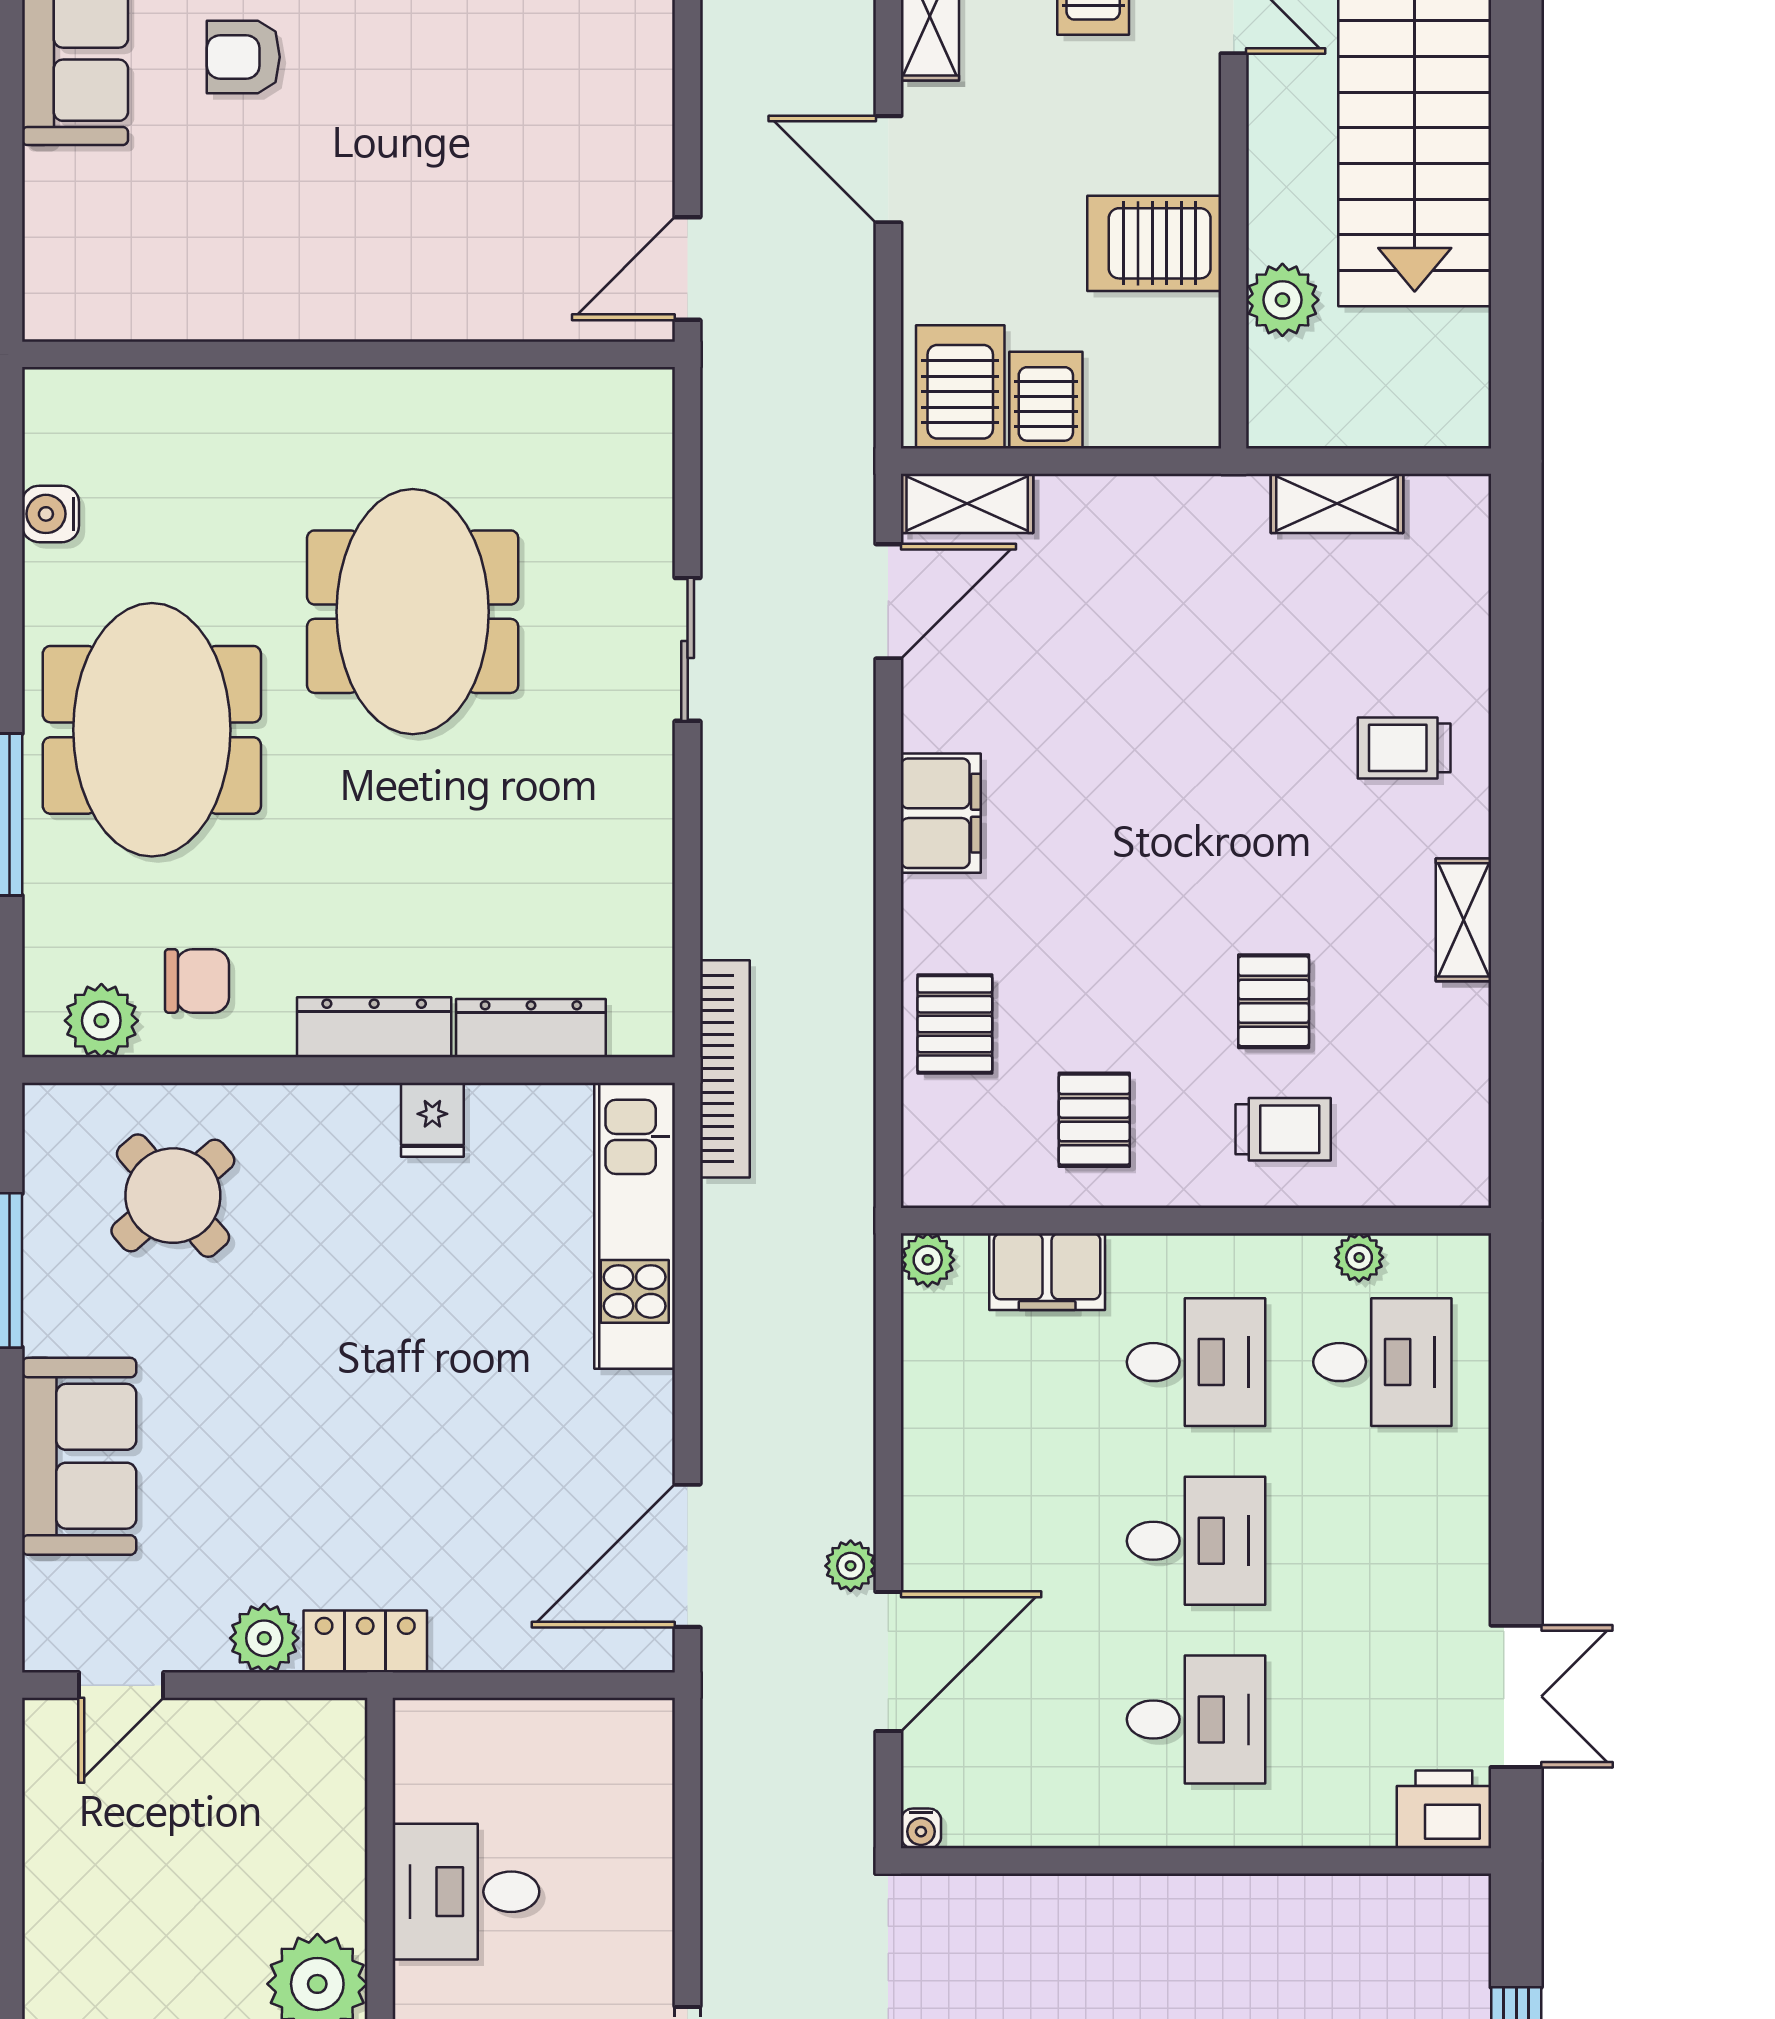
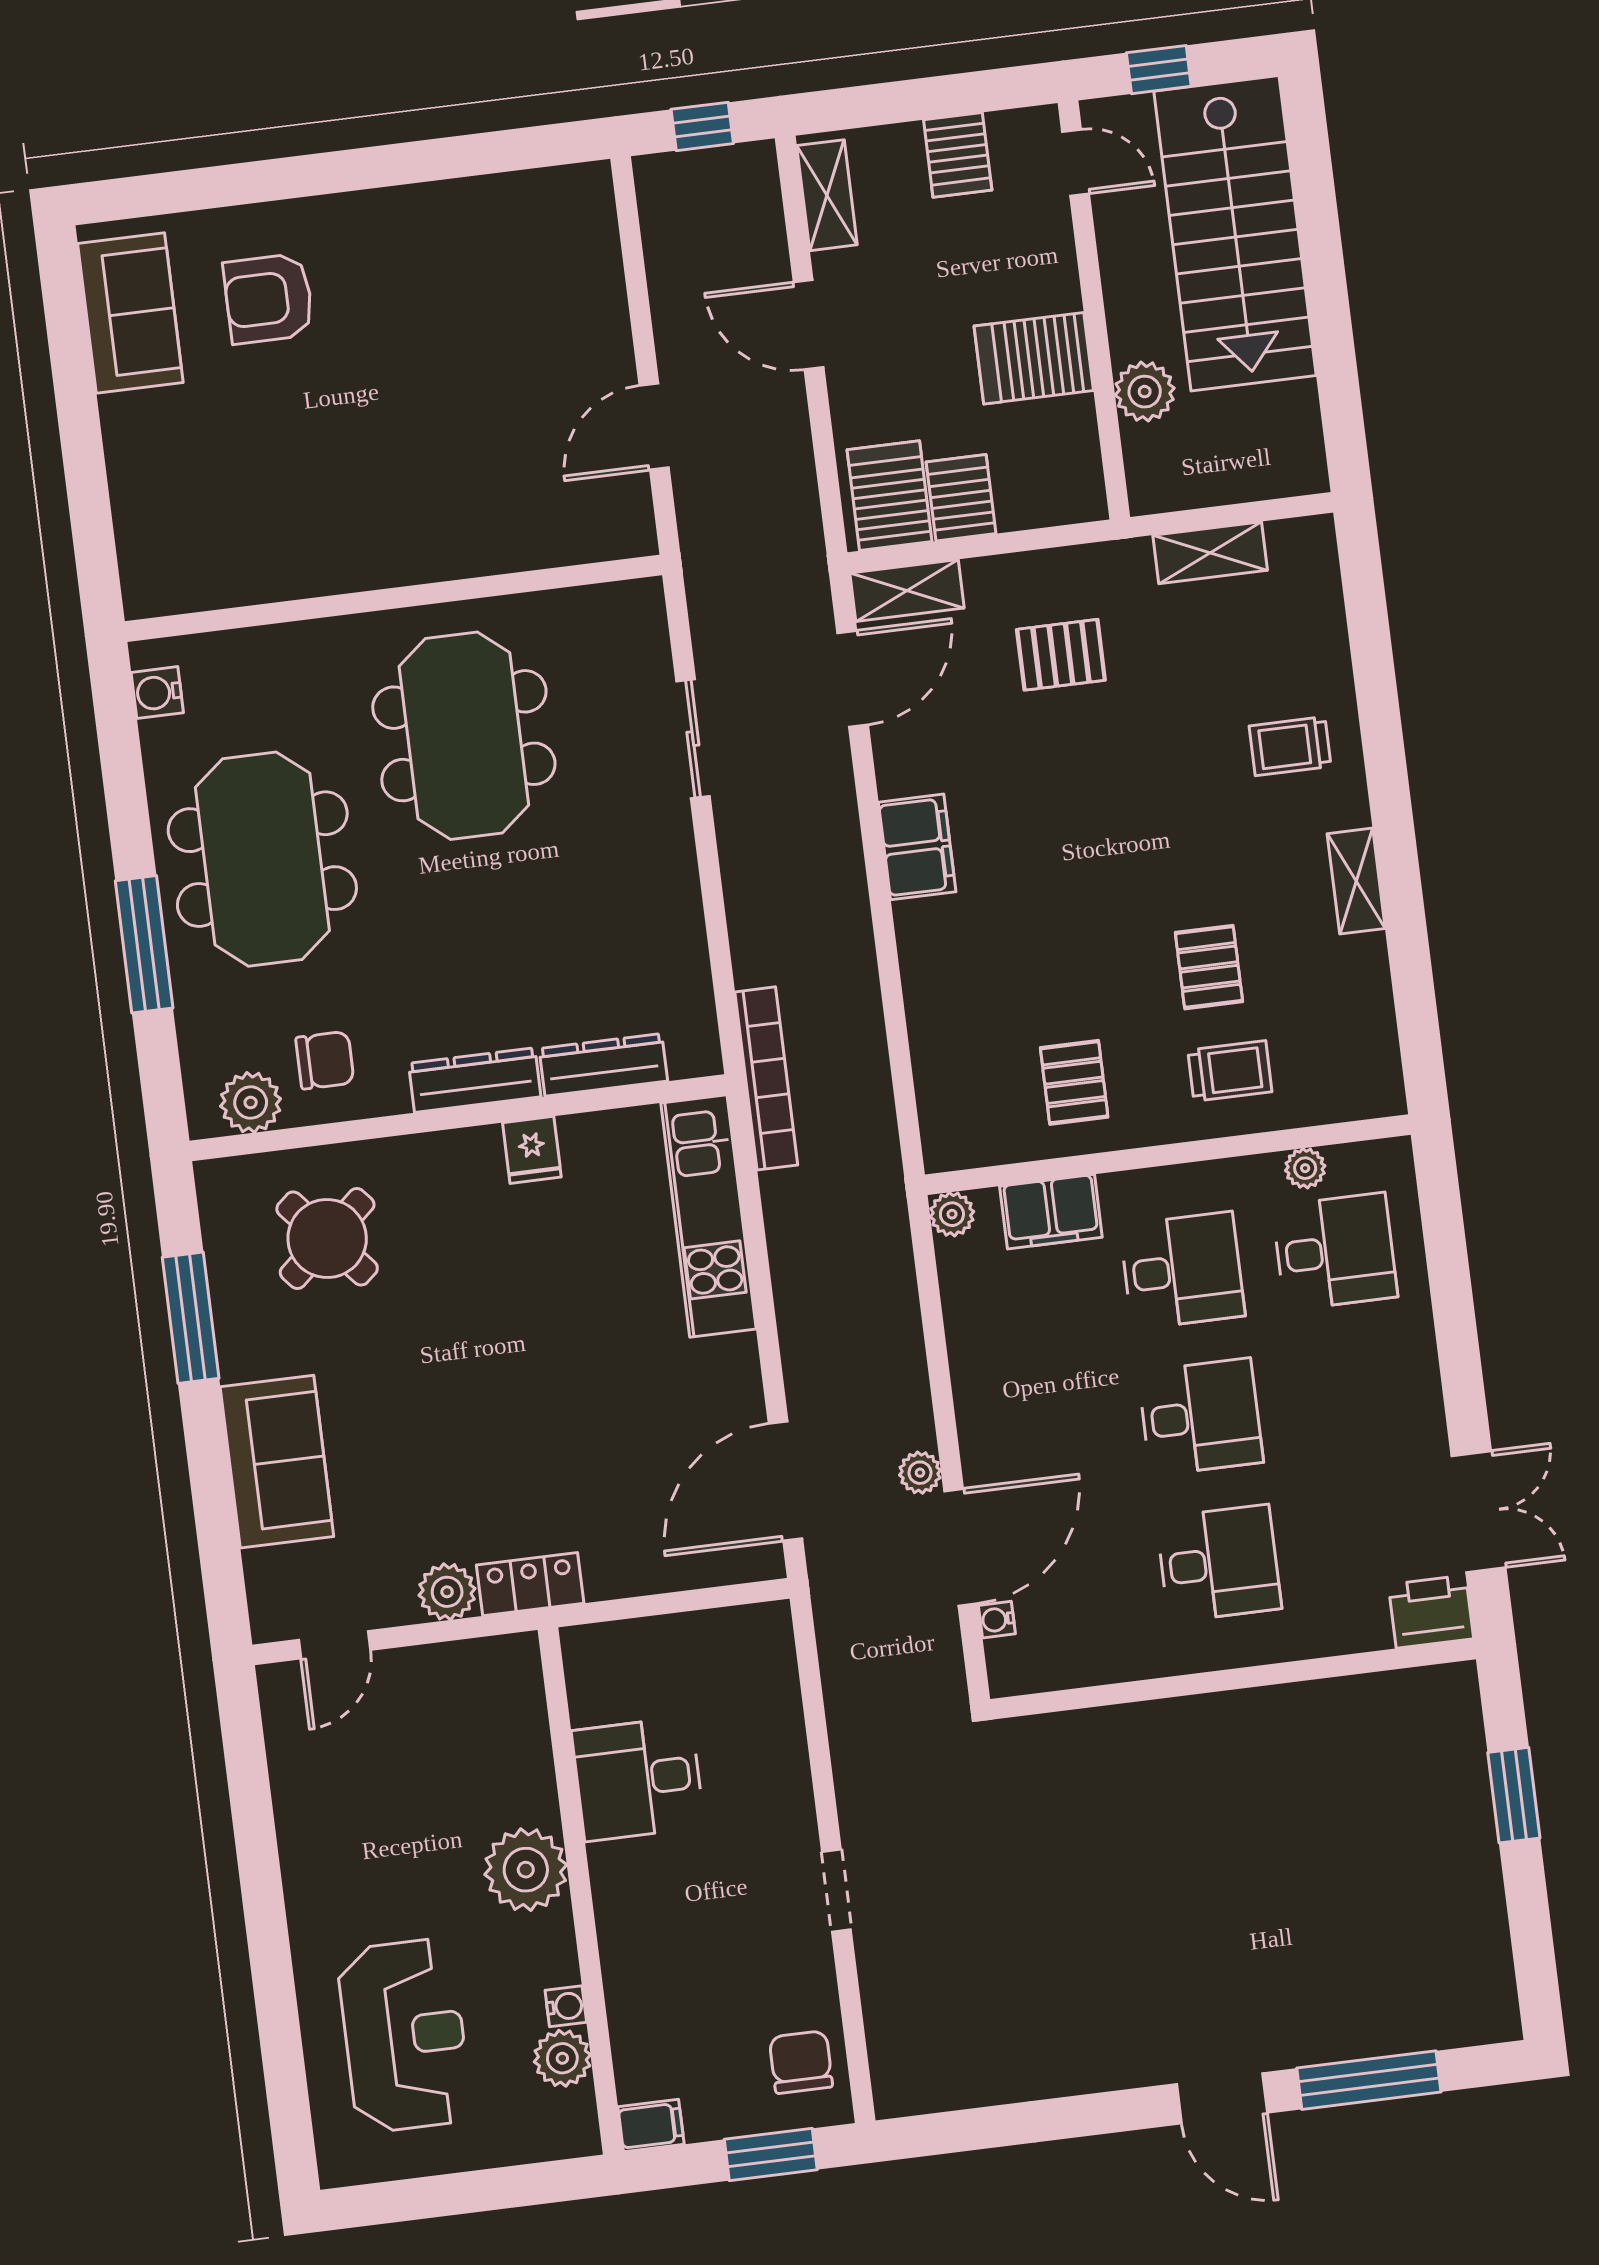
armchair: (243, 57) -> (269, 299), width x1.38, depth x1.38
wall: (349, 354) -> (393, 598), moved
pallet: (955, 1024) -> (1061, 655), moved, turned 90
water cooler: (921, 1828) -> (997, 1620), moved, turned 90

